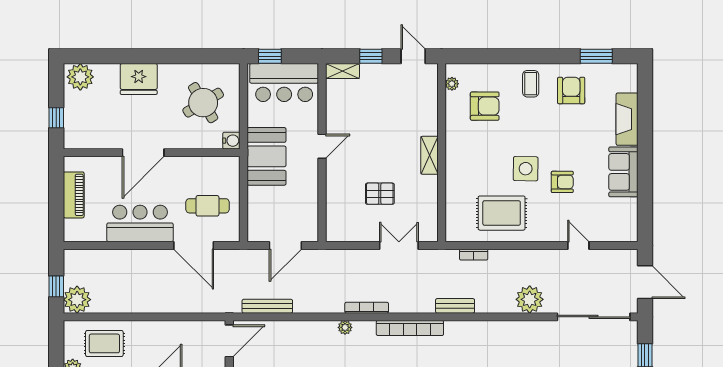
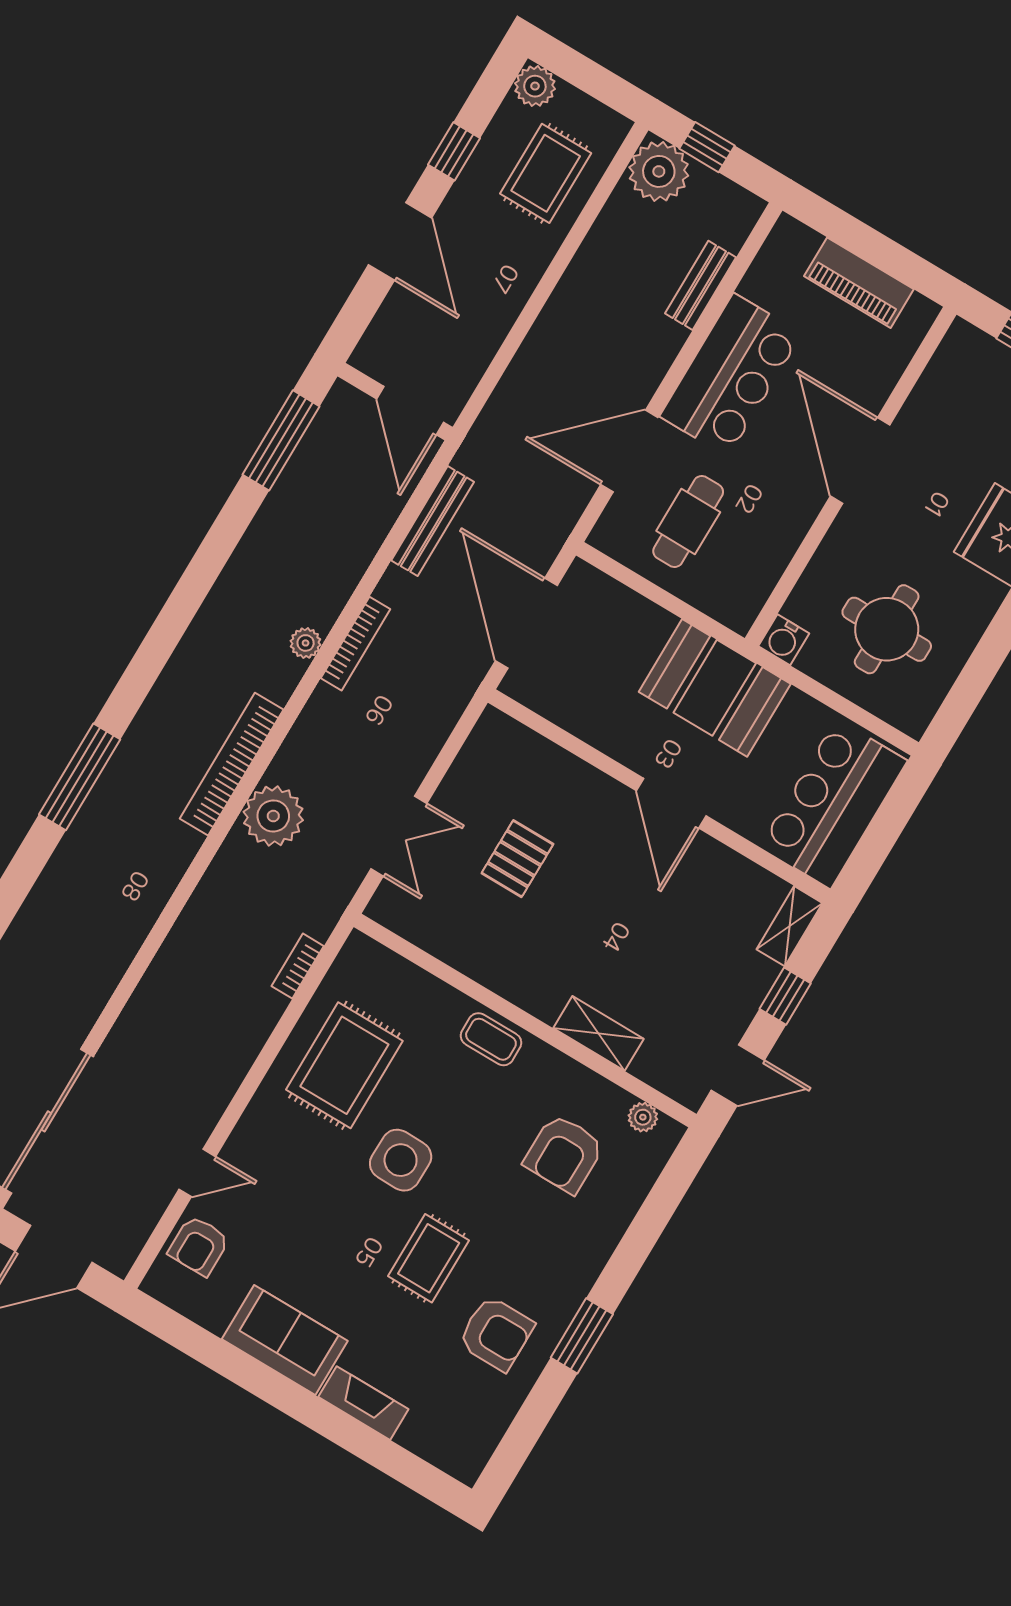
window: (270, 56) -> (899, 806), removed
window: (596, 56) -> (582, 1336), moved
coffee table: (531, 84) -> (491, 1039), moved
round table: (203, 103) -> (887, 629), turned 31
fireplace: (627, 119) -> (363, 1403), width x0.73, depth x0.76
rug: (558, 135) -> (429, 1258), added
door: (322, 146) -> (671, 803), width x1.38
shelving: (429, 155) -> (598, 1033), moved
armchair: (562, 182) -> (199, 1246), moved
door: (285, 245) -> (526, 623), width x1.36
plant: (530, 299) -> (273, 816), moved
bench: (455, 306) -> (700, 285), moved
bookcase: (367, 308) -> (355, 644), moved

